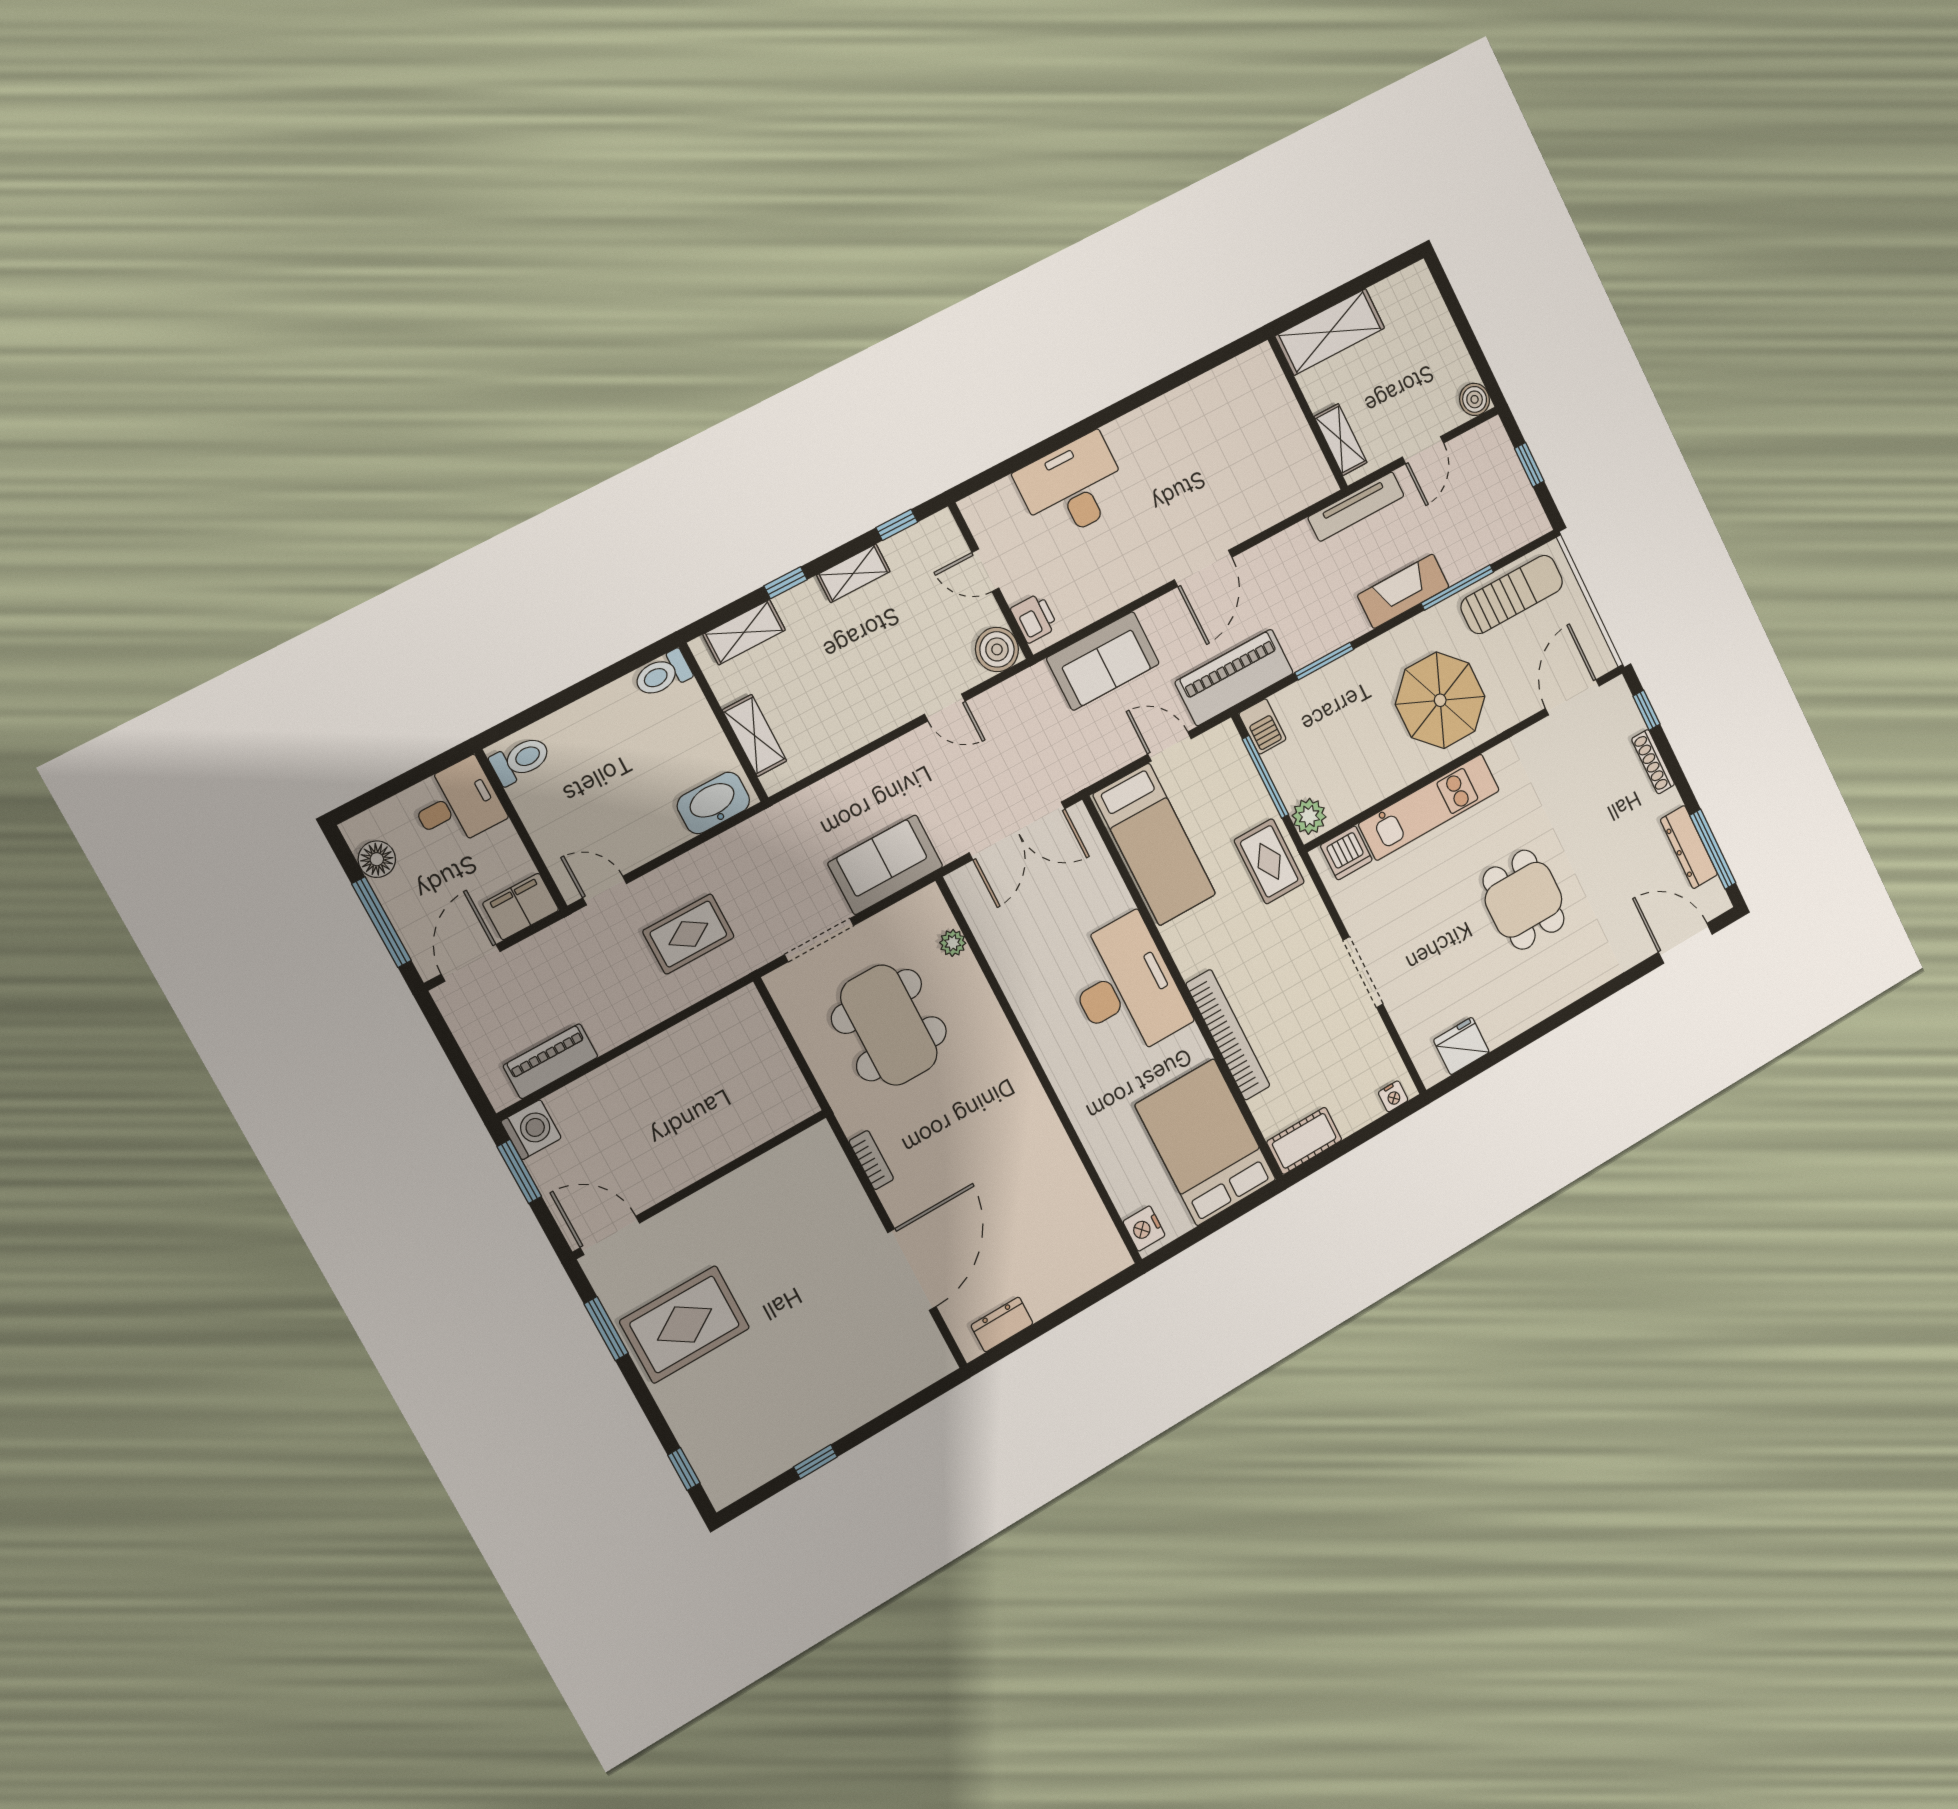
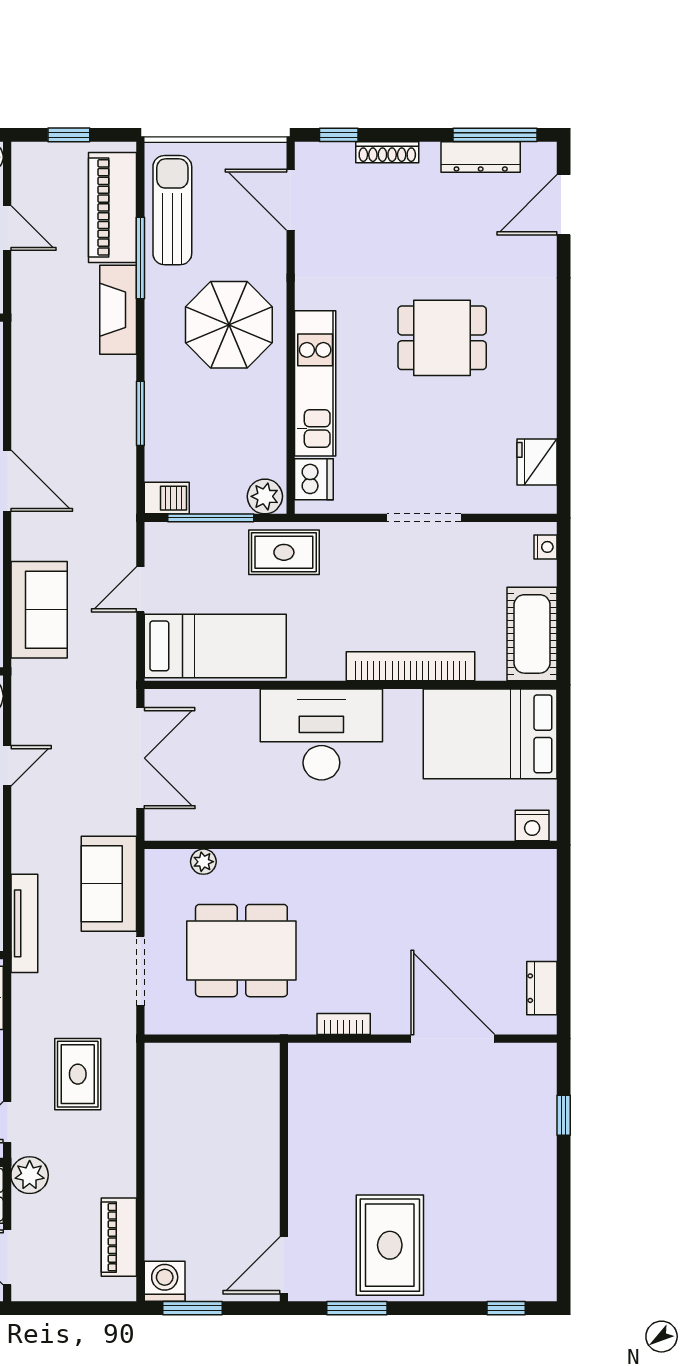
tv unit: (1356, 507) -> (24, 923), moved
piano: (1234, 678) -> (113, 207), moved
plant: (564, 941) -> (30, 1175), added
cot: (1304, 1141) -> (532, 634), width x1.37, depth x1.34
window: (815, 1462) -> (564, 1115), moved

